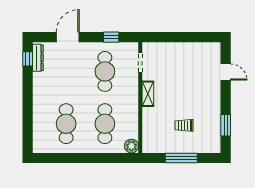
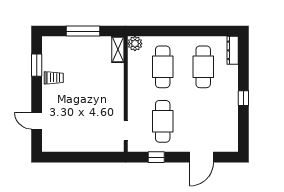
dresser: (38, 58) -> (233, 50), moved
window: (28, 59) -> (243, 98), moved
shelving: (148, 94) -> (118, 49), moved
trolley: (184, 125) -> (54, 78), moved

